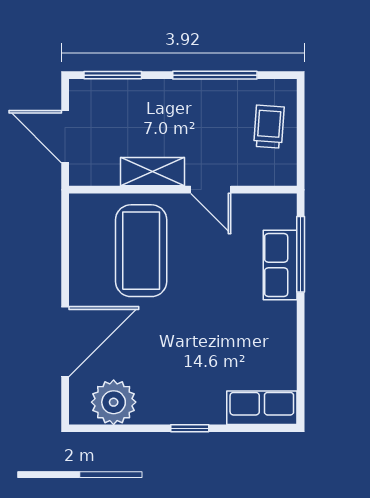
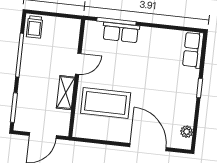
trolley: (269, 127) -> (35, 27), moved, turned -94
plant: (114, 402) -> (187, 132), width x0.53, depth x0.53

